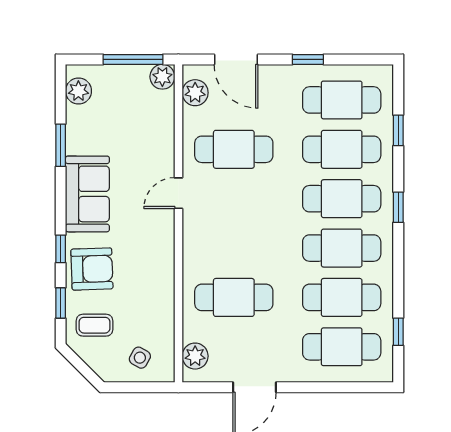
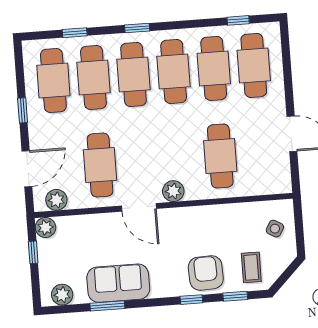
window: (133, 59) -> (33, 252), width x0.46
door: (178, 193) -> (139, 207), width x1.38
sofa: (87, 194) -> (118, 283), moved
plant: (195, 356) -> (173, 191), moved

